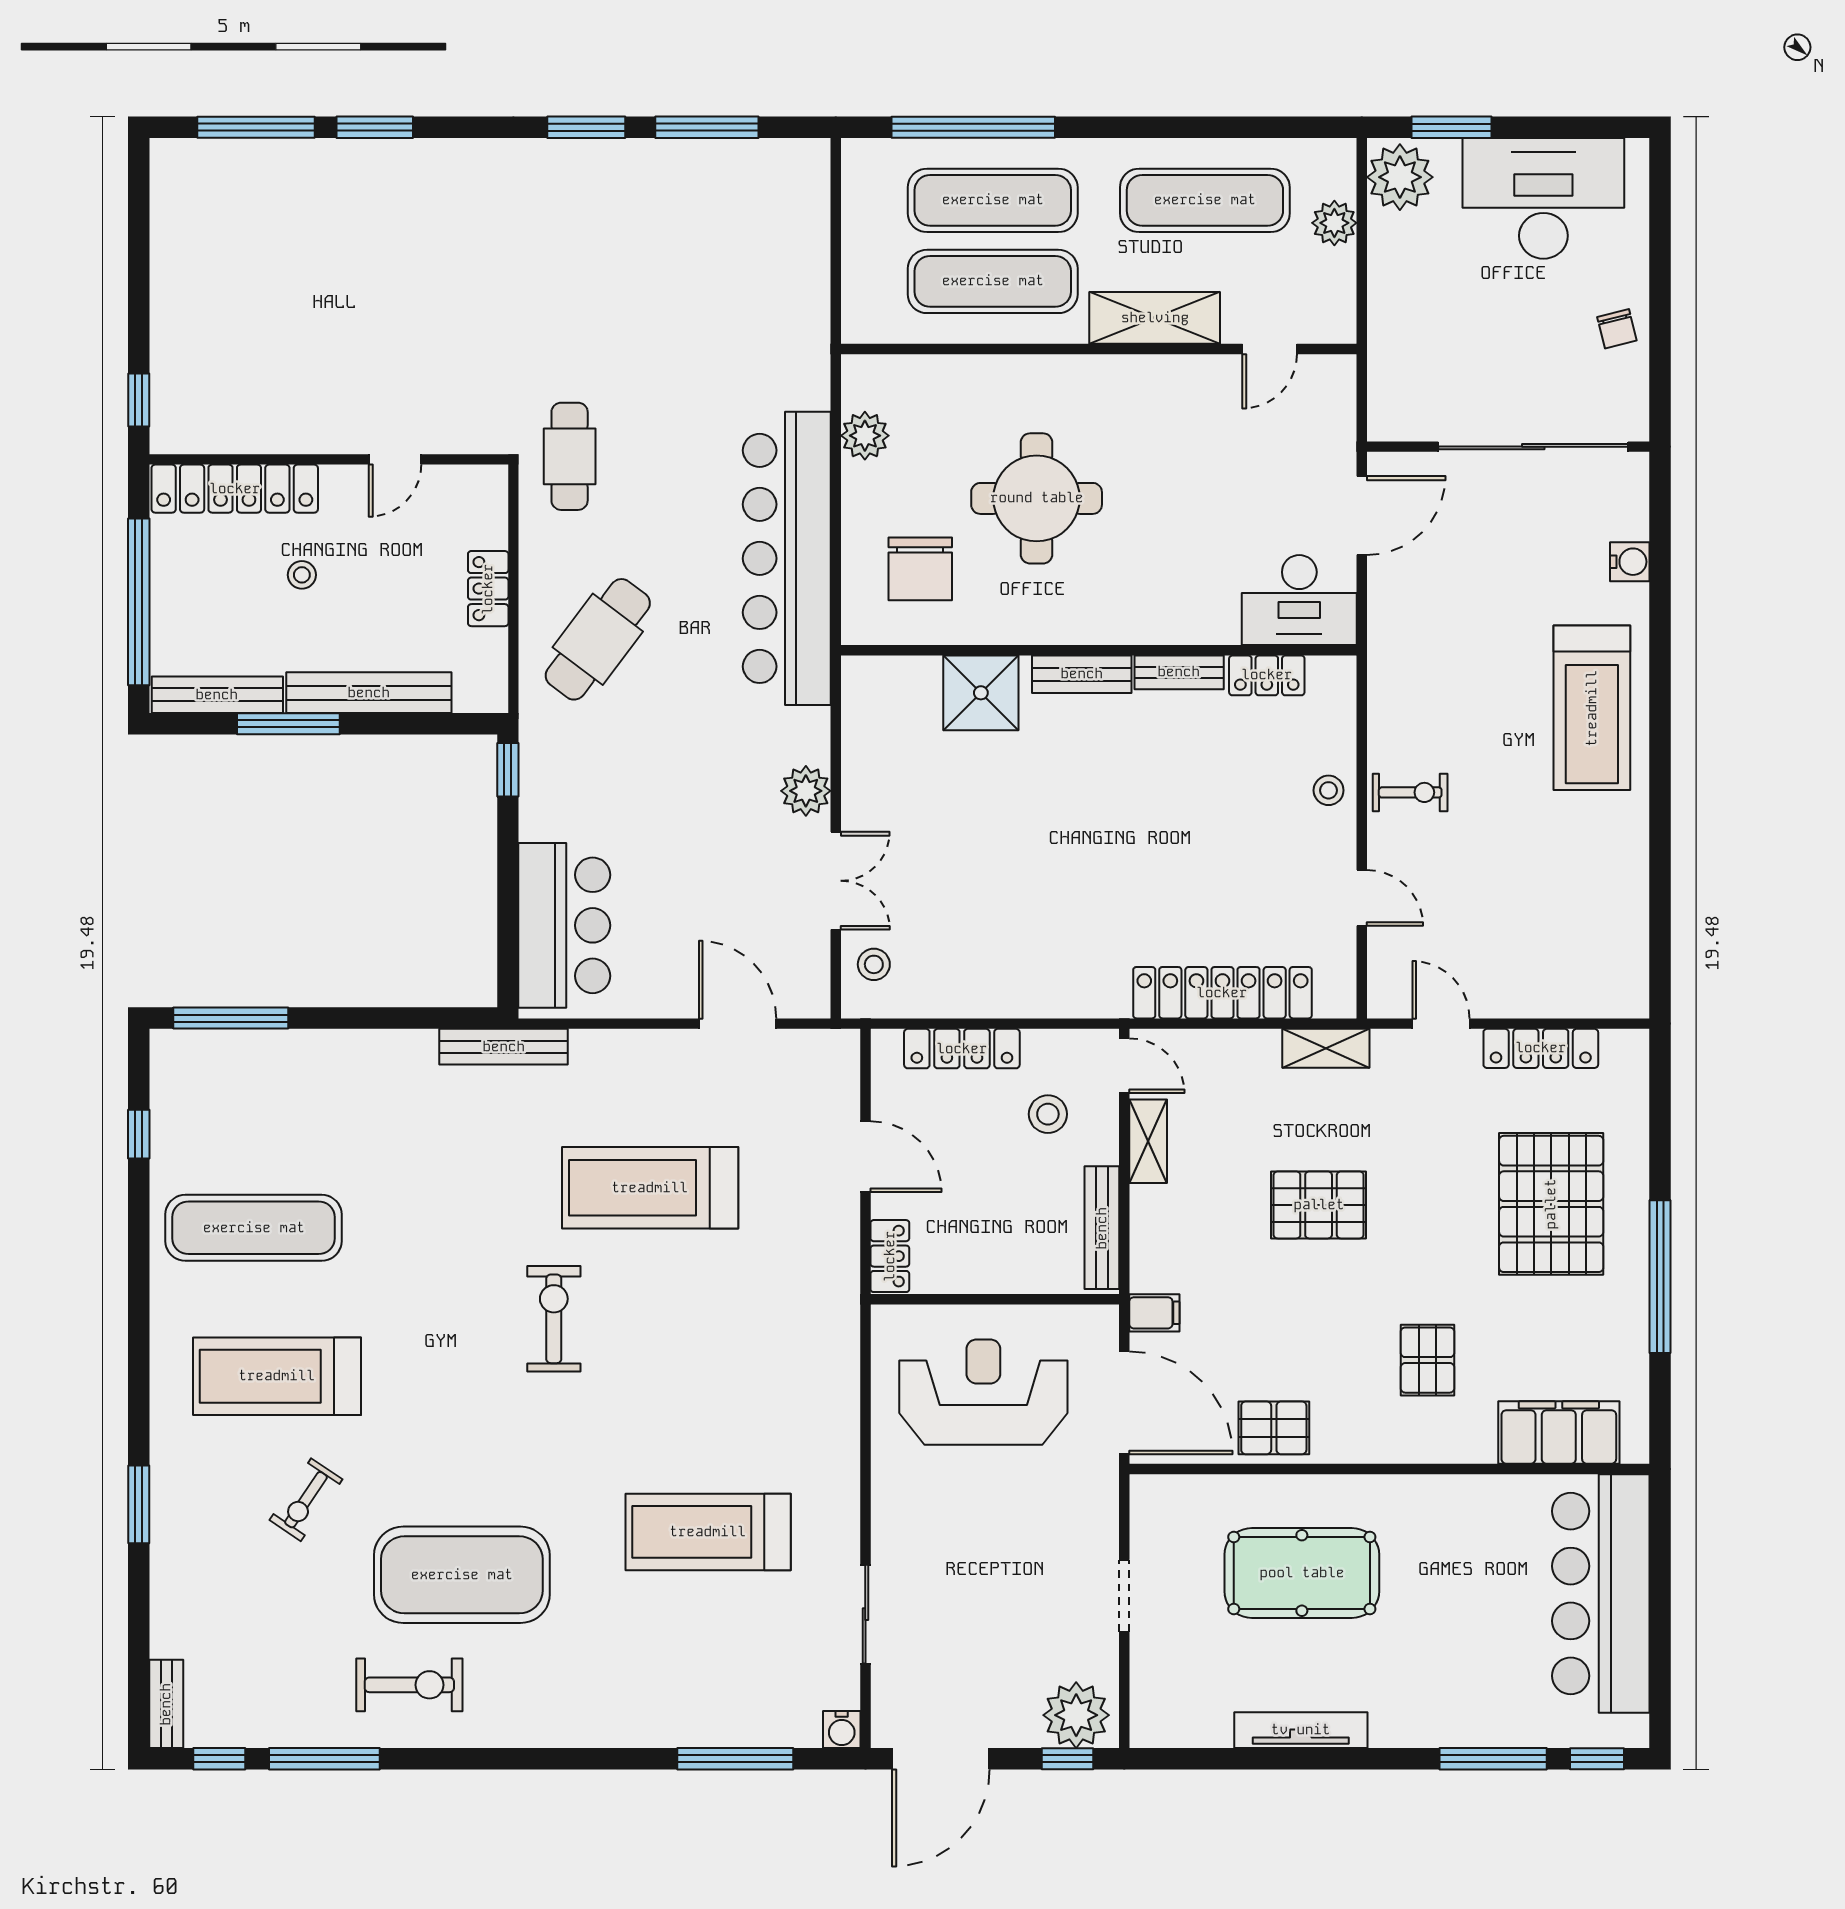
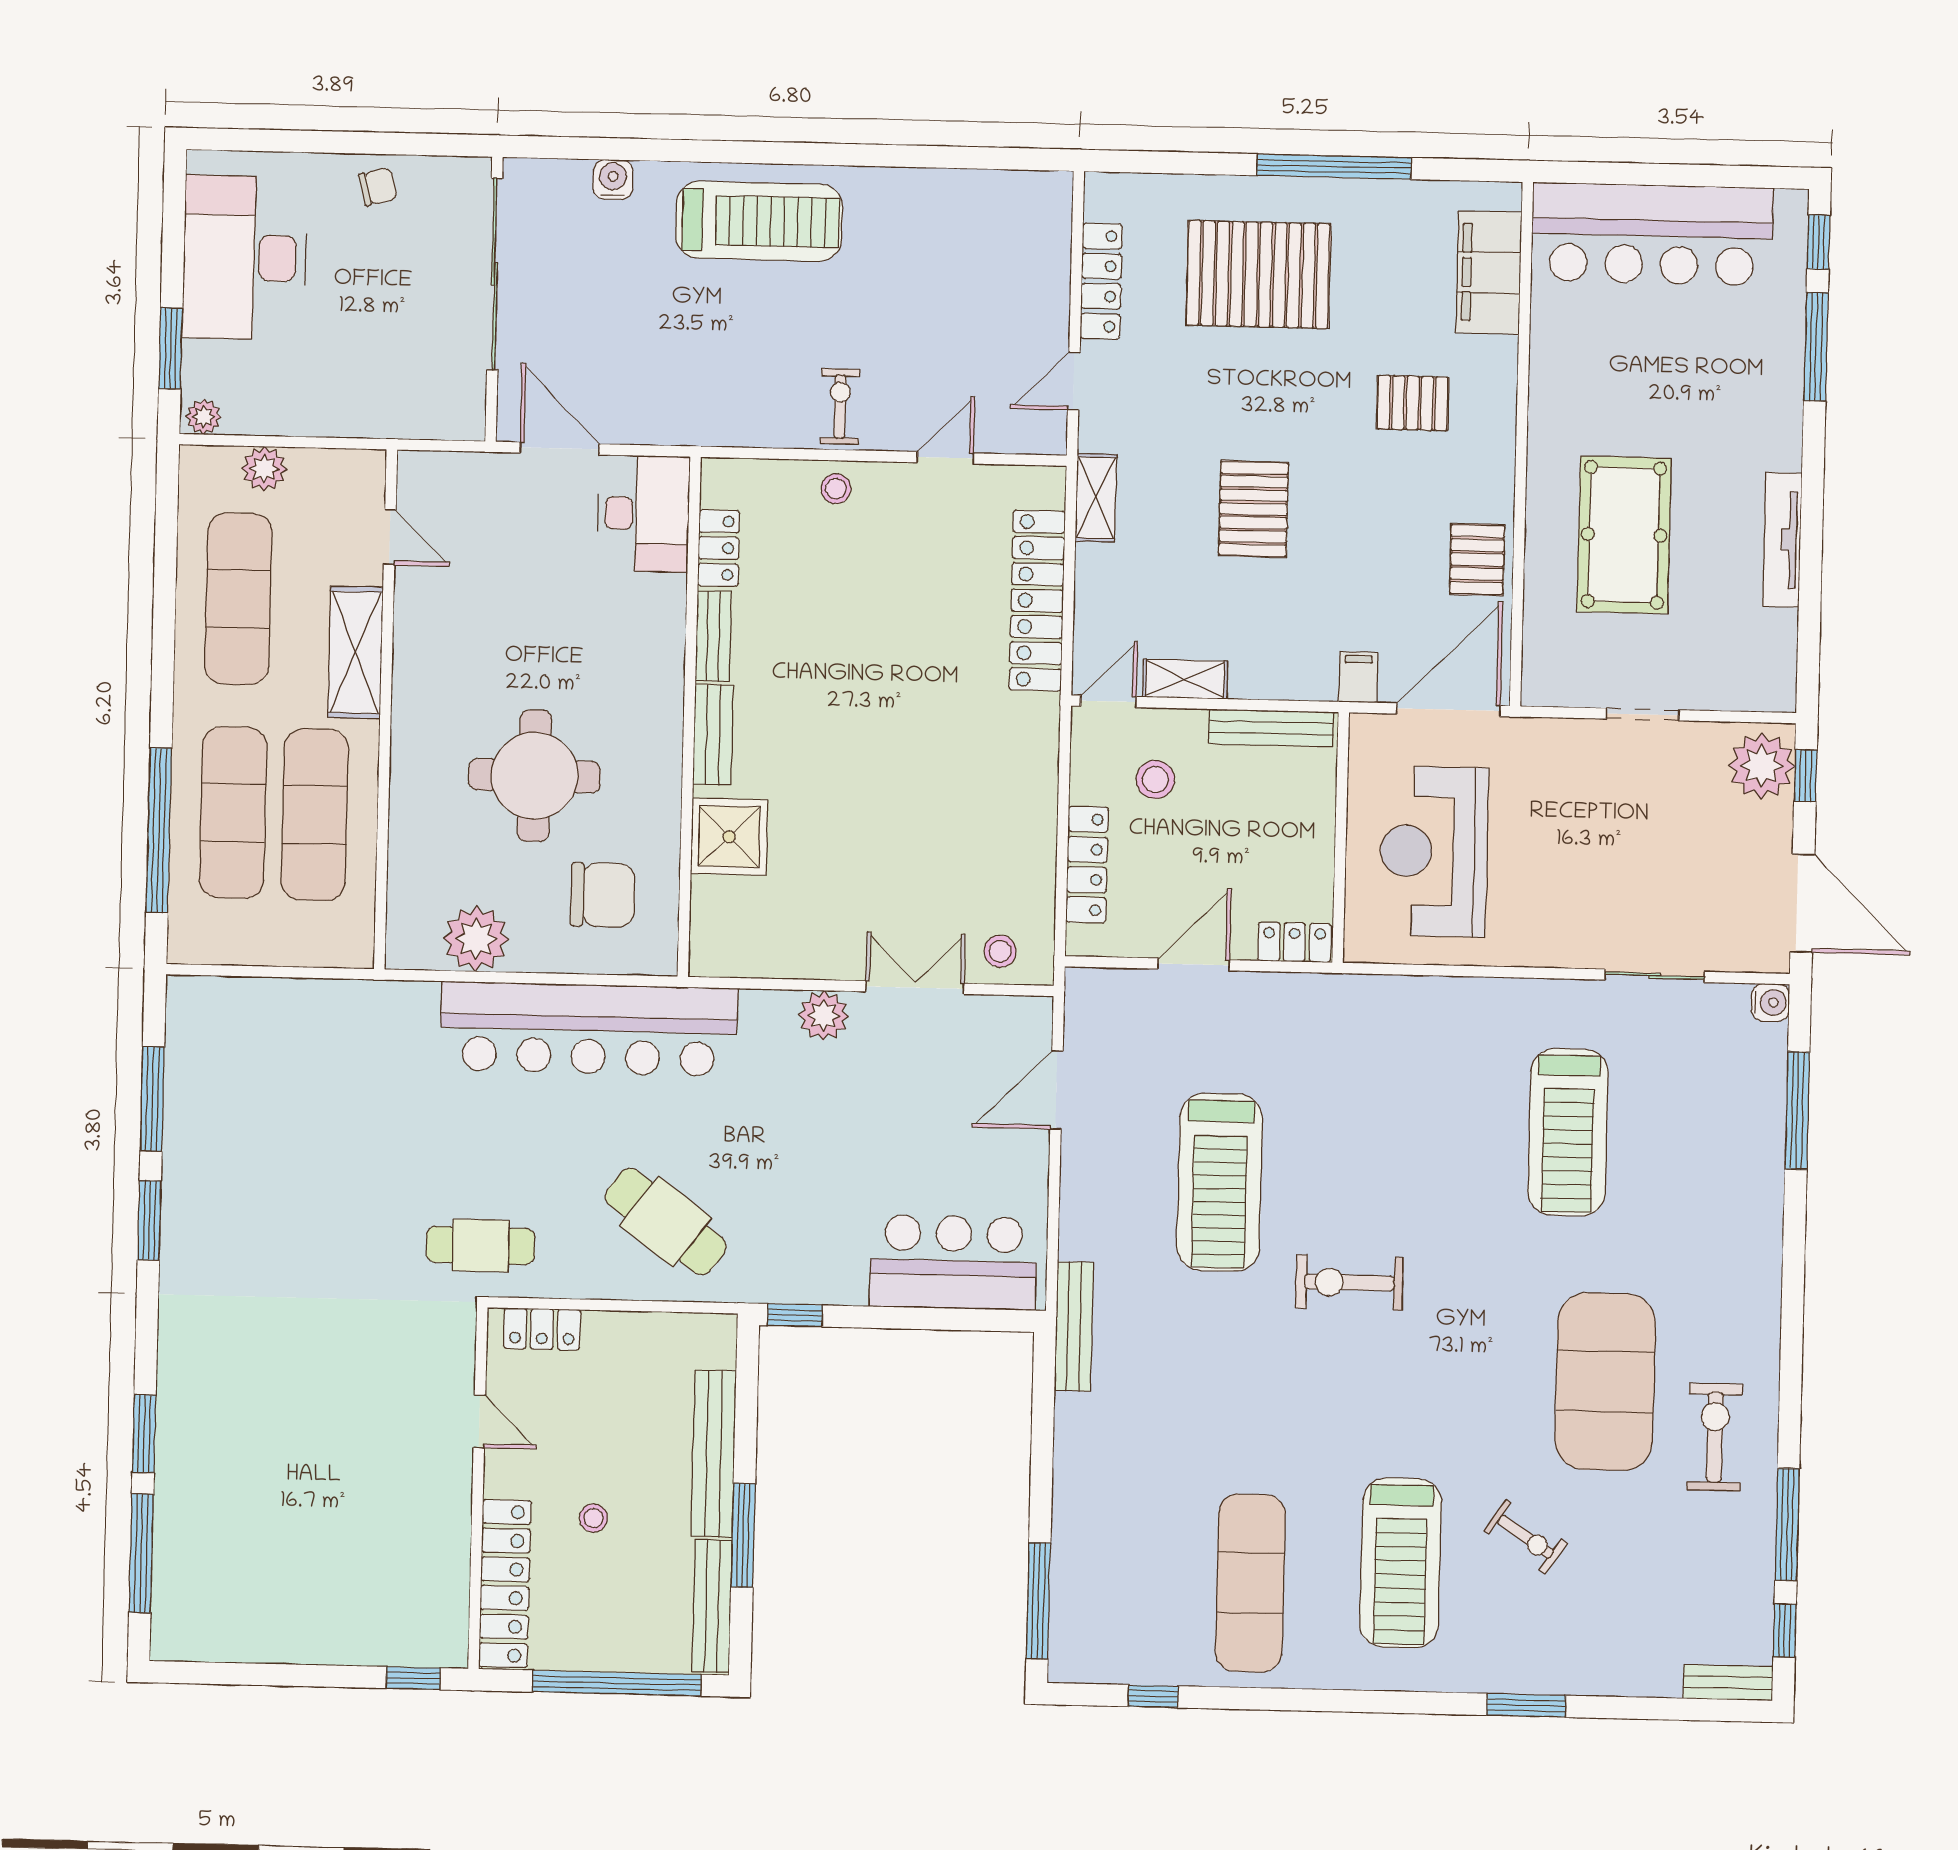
plant: (1400, 177) -> (204, 417), width x0.53, depth x0.53
plant: (865, 436) -> (476, 939), width x1.36, depth x1.36
locker: (488, 589) -> (542, 1329), moved

